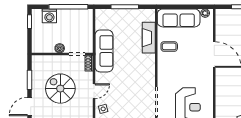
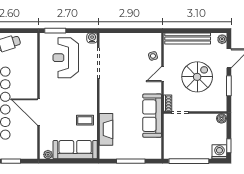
washing machine: (49, 16) -> (219, 152), moved
boiler: (60, 48) -> (221, 118), moved
spiral stairs: (60, 89) -> (197, 77), turned -90

